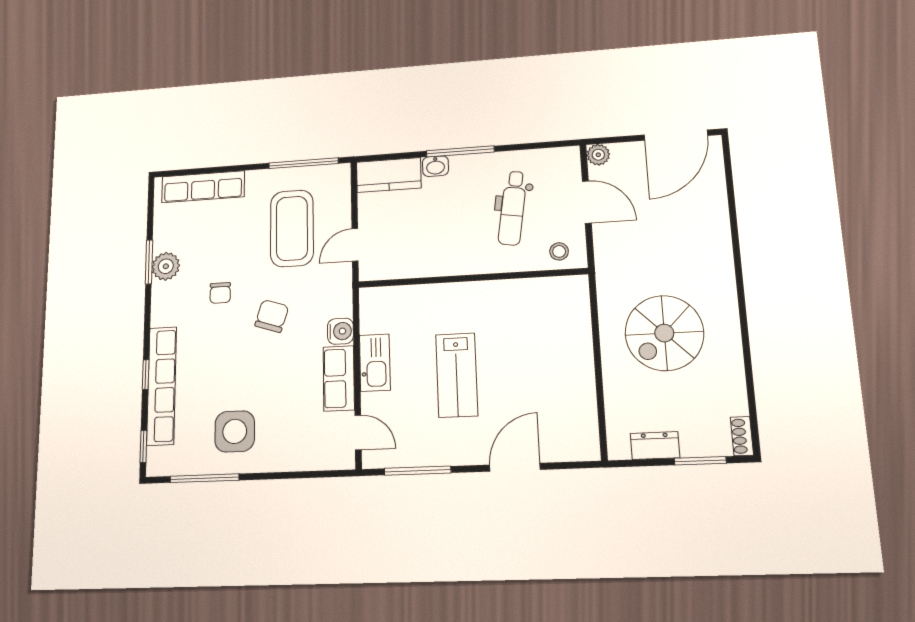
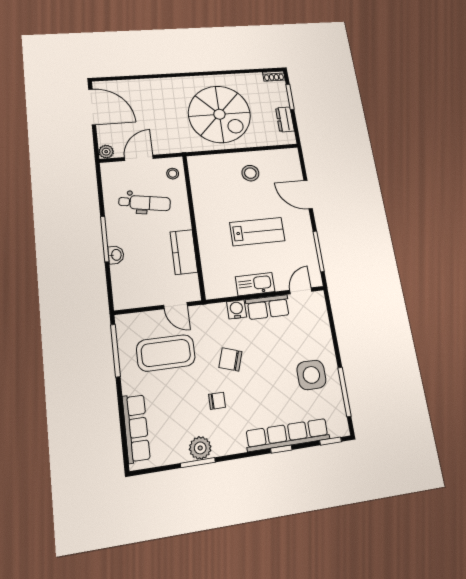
kitchen counter: (389, 175) -> (184, 252), moved, turned 180
spiral stairs: (664, 333) -> (219, 114), width x1.37, depth x1.37
stool: (556, 374) -> (250, 173), added

